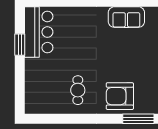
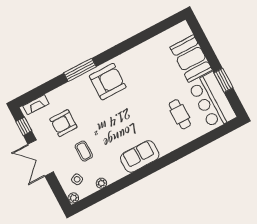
booth: (38, 78) -> (191, 59), added
cafe table: (78, 90) -> (180, 114), moved

